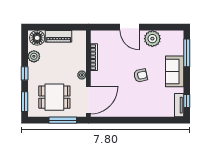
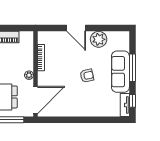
window: (187, 53) -> (132, 68), moved
sofa: (175, 71) -> (120, 72), width x1.36

